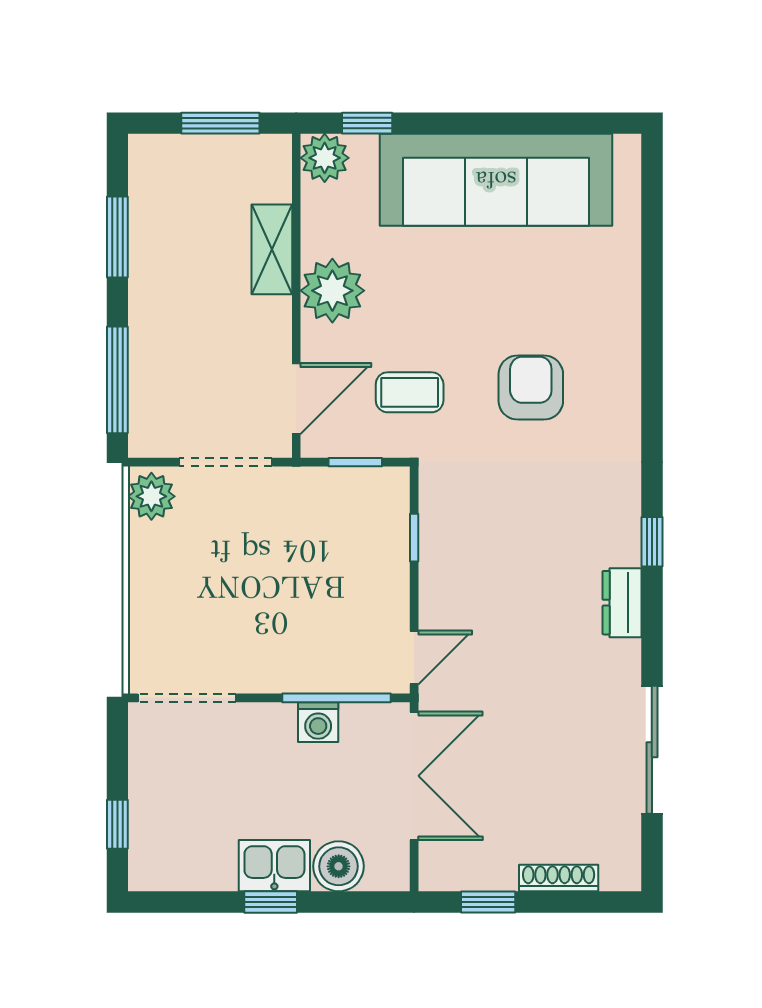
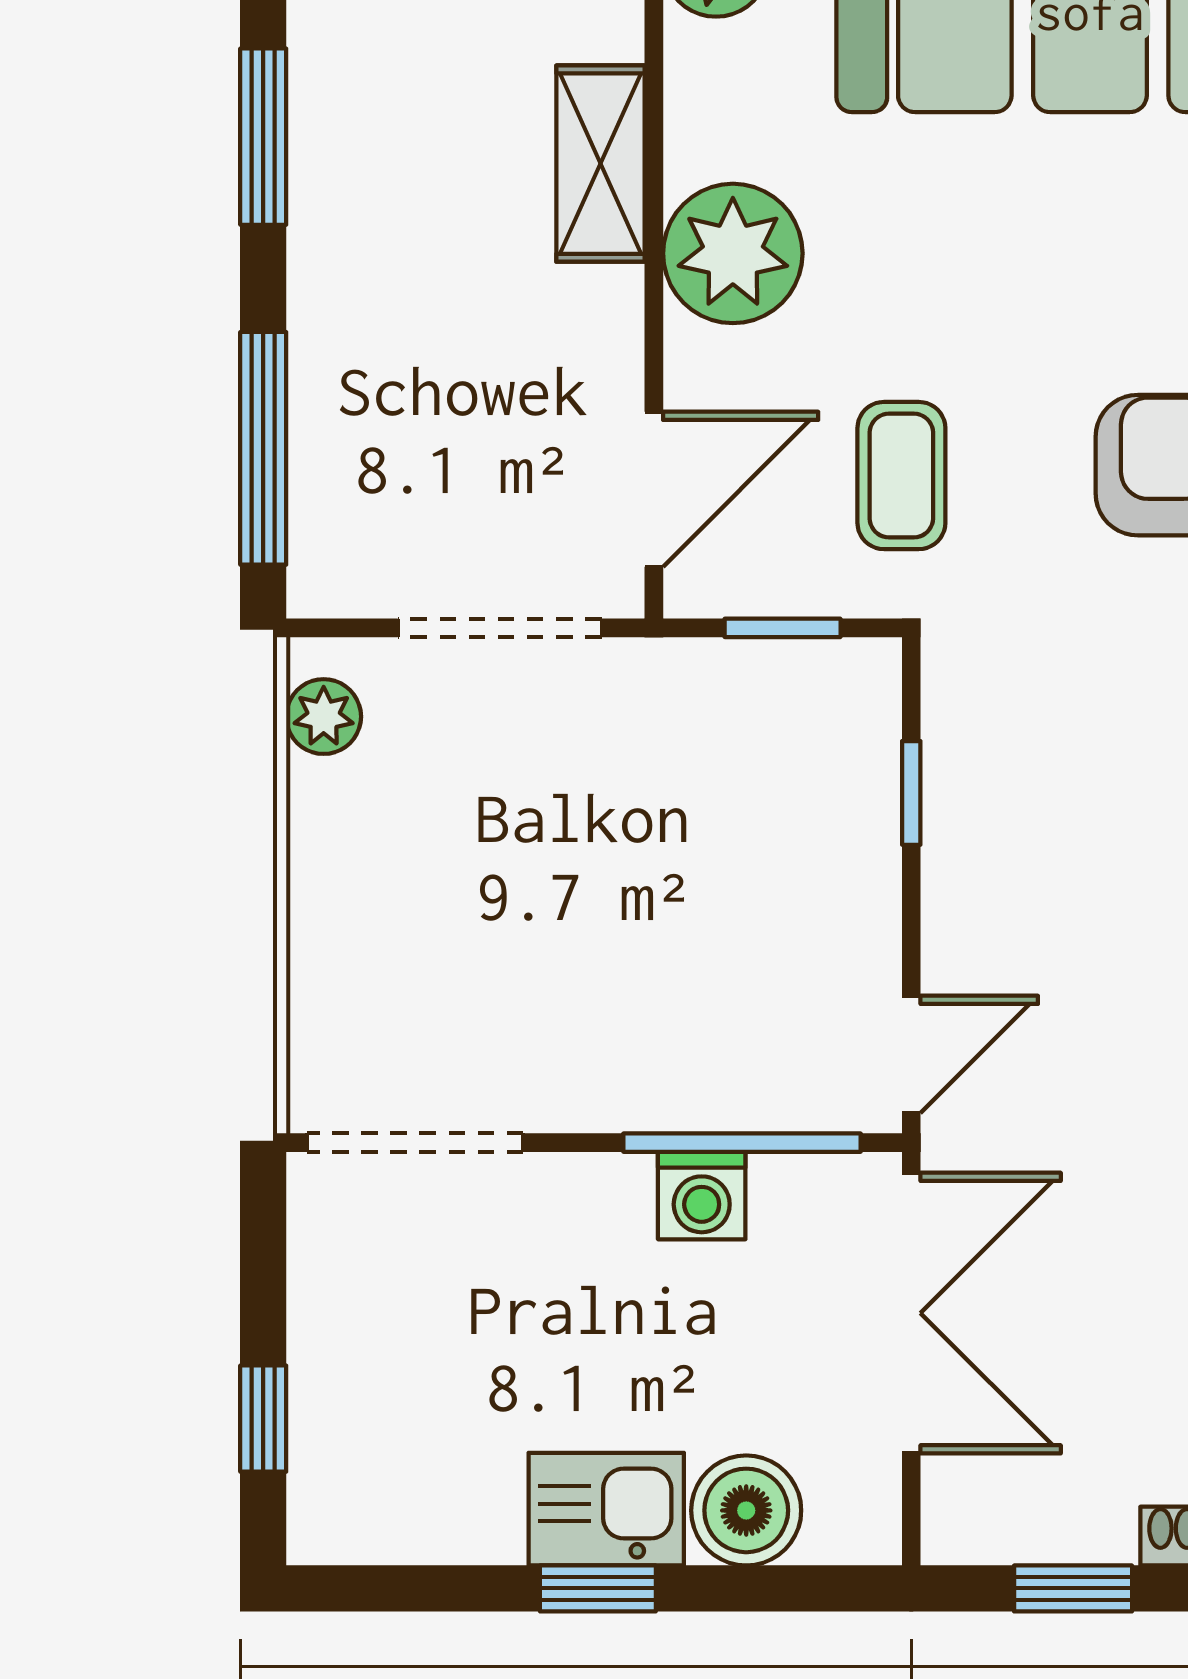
coffee table: (410, 392) -> (901, 476), turned 90
plant: (151, 496) -> (324, 717), width x0.73, depth x0.73

